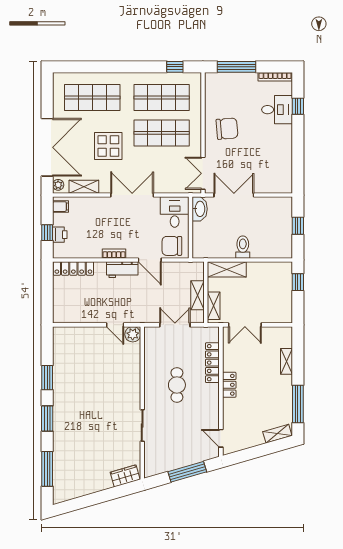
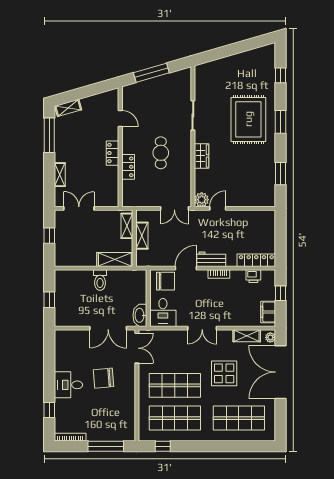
desk: (277, 110) -> (68, 385), moved
chair: (227, 129) -> (104, 378), moved
double door: (132, 195) -> (202, 328), width x0.73
filing cabinet: (61, 207) -> (268, 312), width x2.00
printer: (60, 235) -> (253, 276), moved, turned -90
door: (150, 260) -> (186, 268), hinge flipped
window: (298, 282) -> (49, 236), moved
door: (115, 325) -> (218, 208), hinge flipped
double door: (175, 325) -> (174, 208), moved
double door: (245, 325) -> (79, 208), moved
locker: (212, 363) -> (128, 167), width x0.66
window: (47, 378) -> (281, 174), moved
rug: (82, 421) -> (248, 119), added
door: (221, 438) -> (120, 119), moved
window: (47, 469) -> (281, 75), width x0.46
wardrobe: (125, 476) -> (202, 156), moved, turned -74

